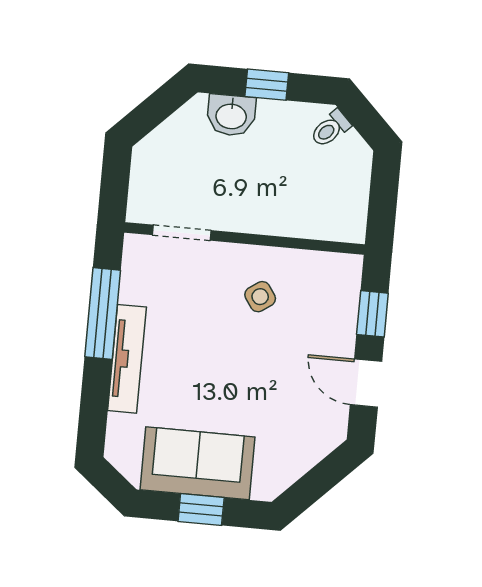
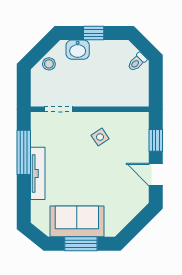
toilet: (330, 129) -> (137, 62), moved
stool: (170, 139) -> (49, 64), added
window: (201, 509) -> (81, 244), width x1.50

